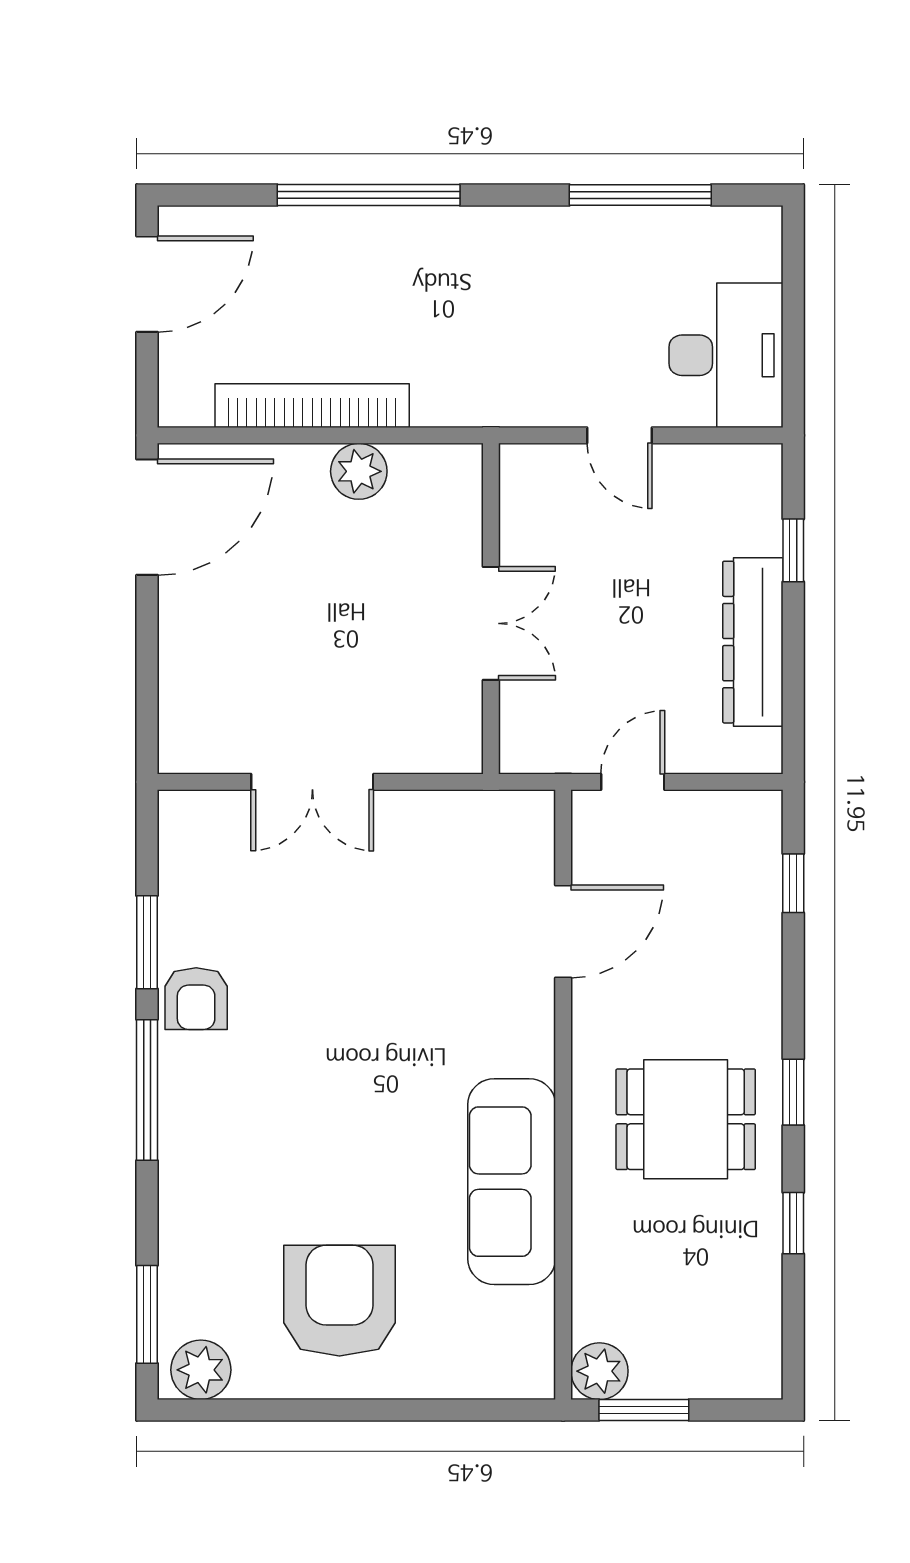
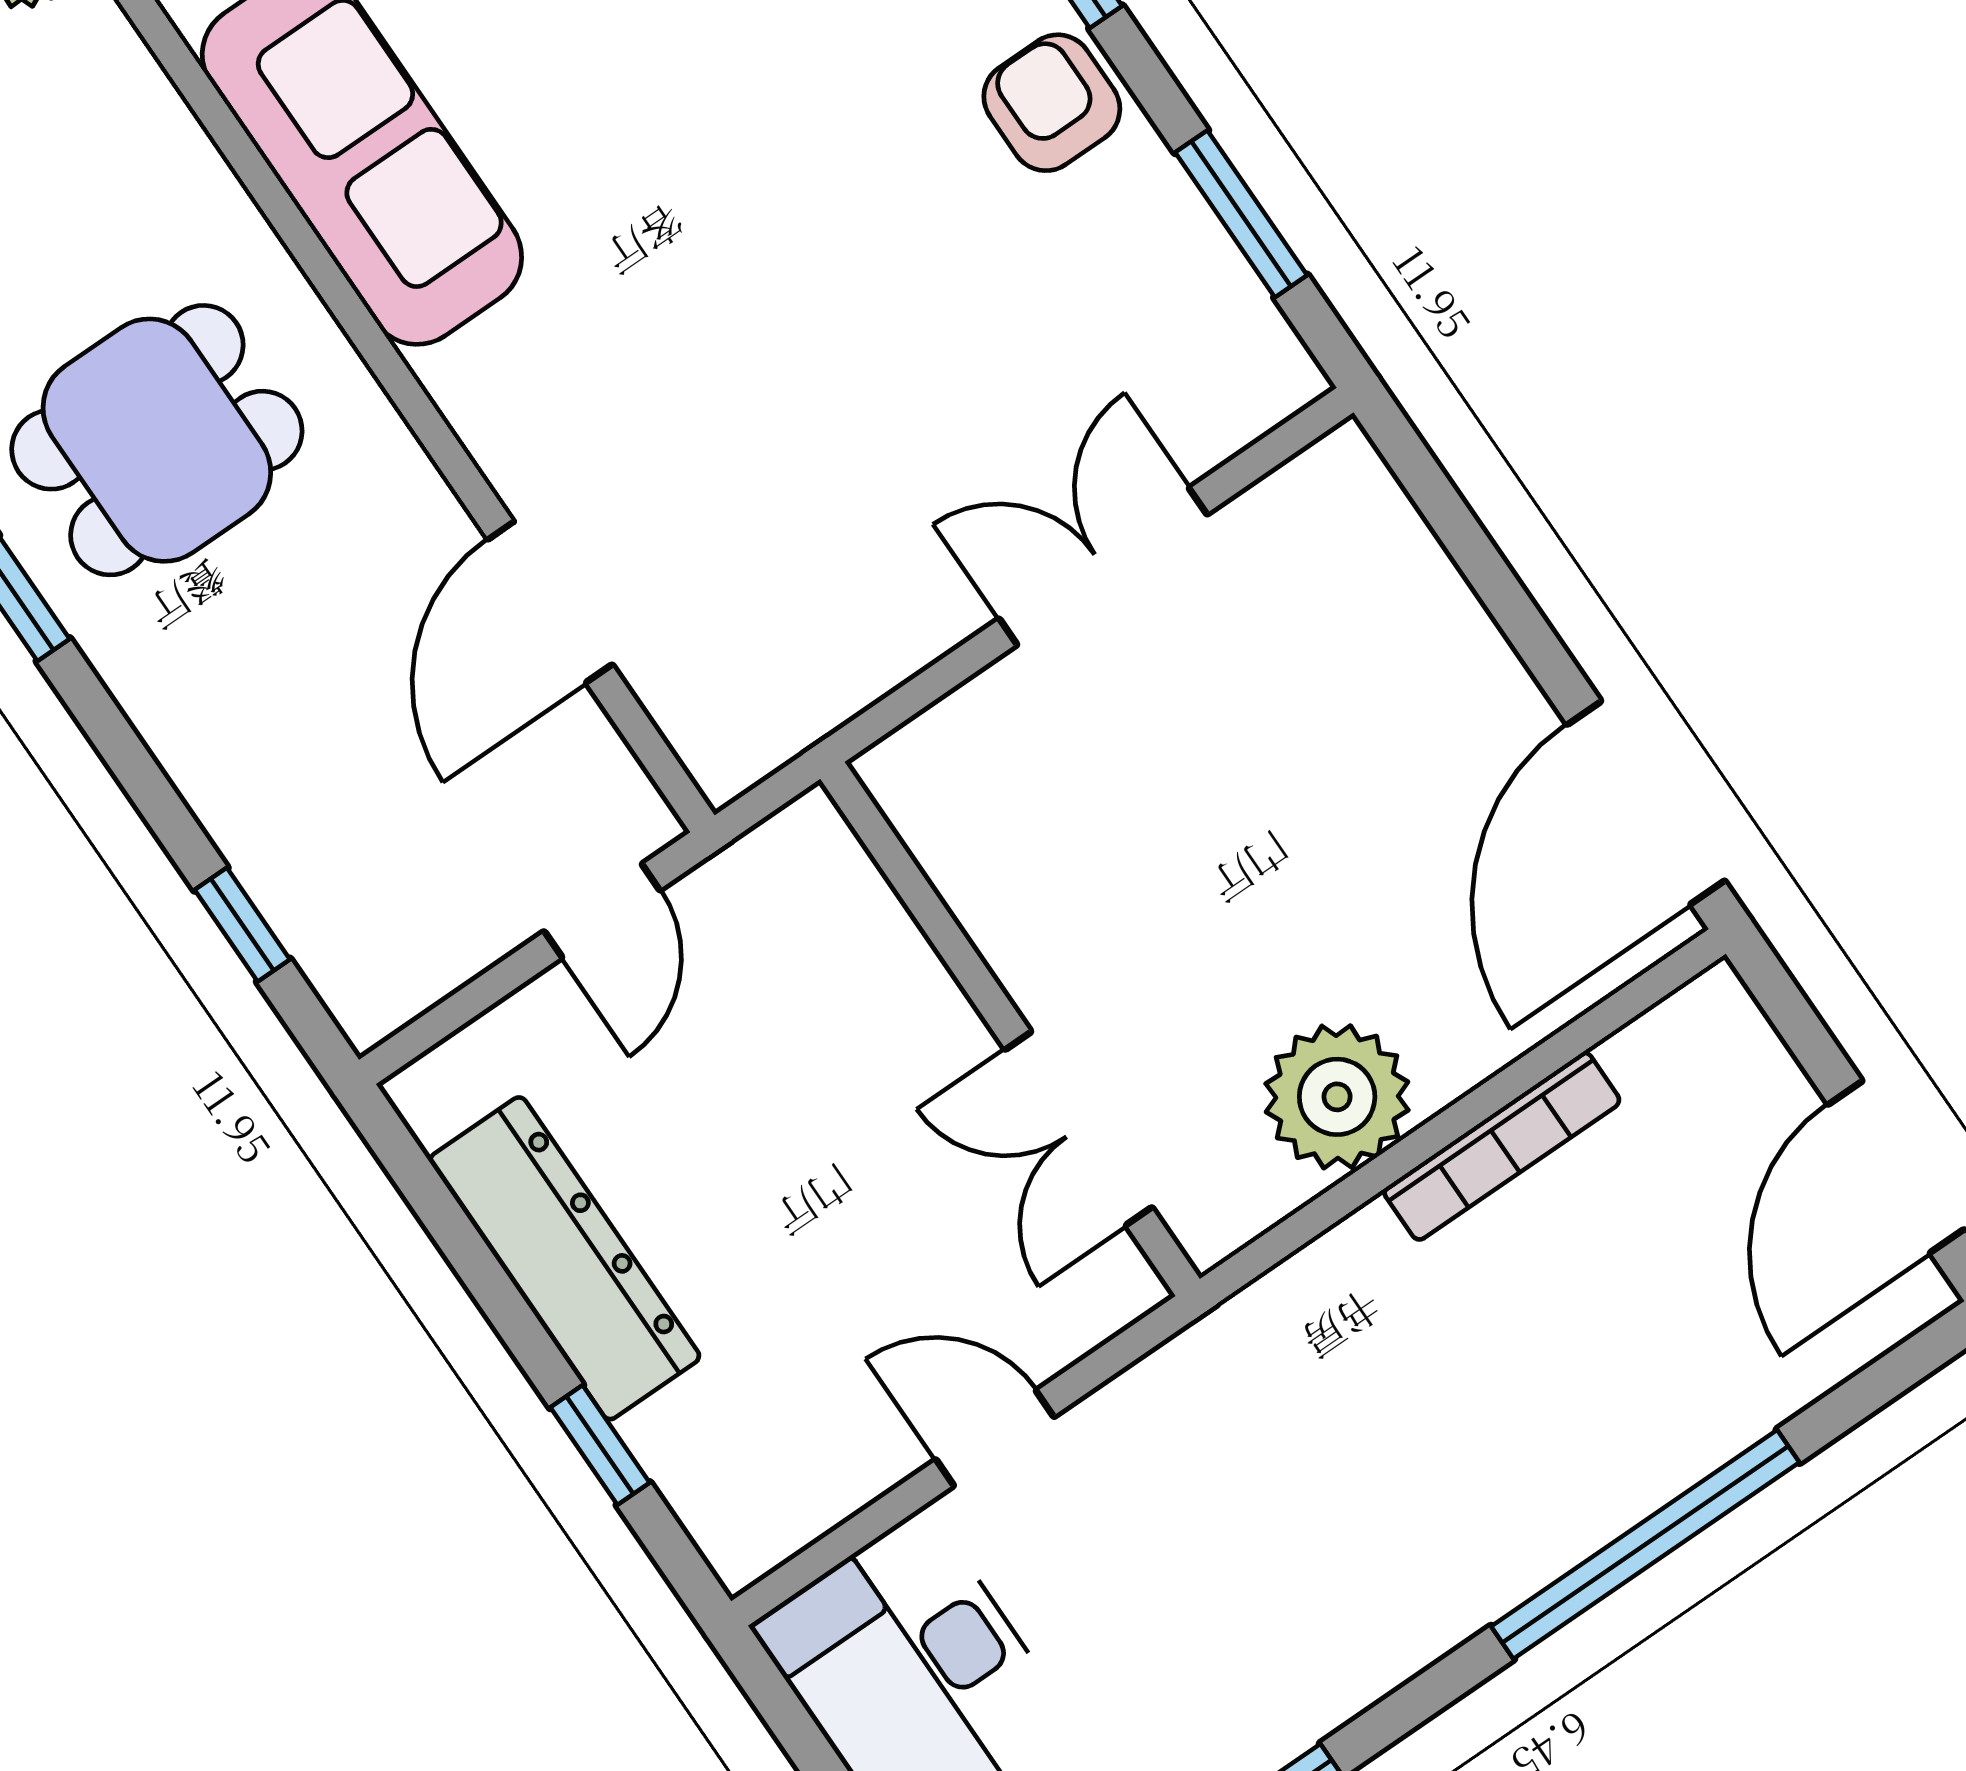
bookcase: (312, 406) -> (1502, 1146), width x0.68, depth x0.76
plant: (359, 471) -> (1337, 1097), width x1.36, depth x1.36
double door: (491, 623) -> (1078, 1129), moved
window: (147, 942) -> (1241, 214), moved

